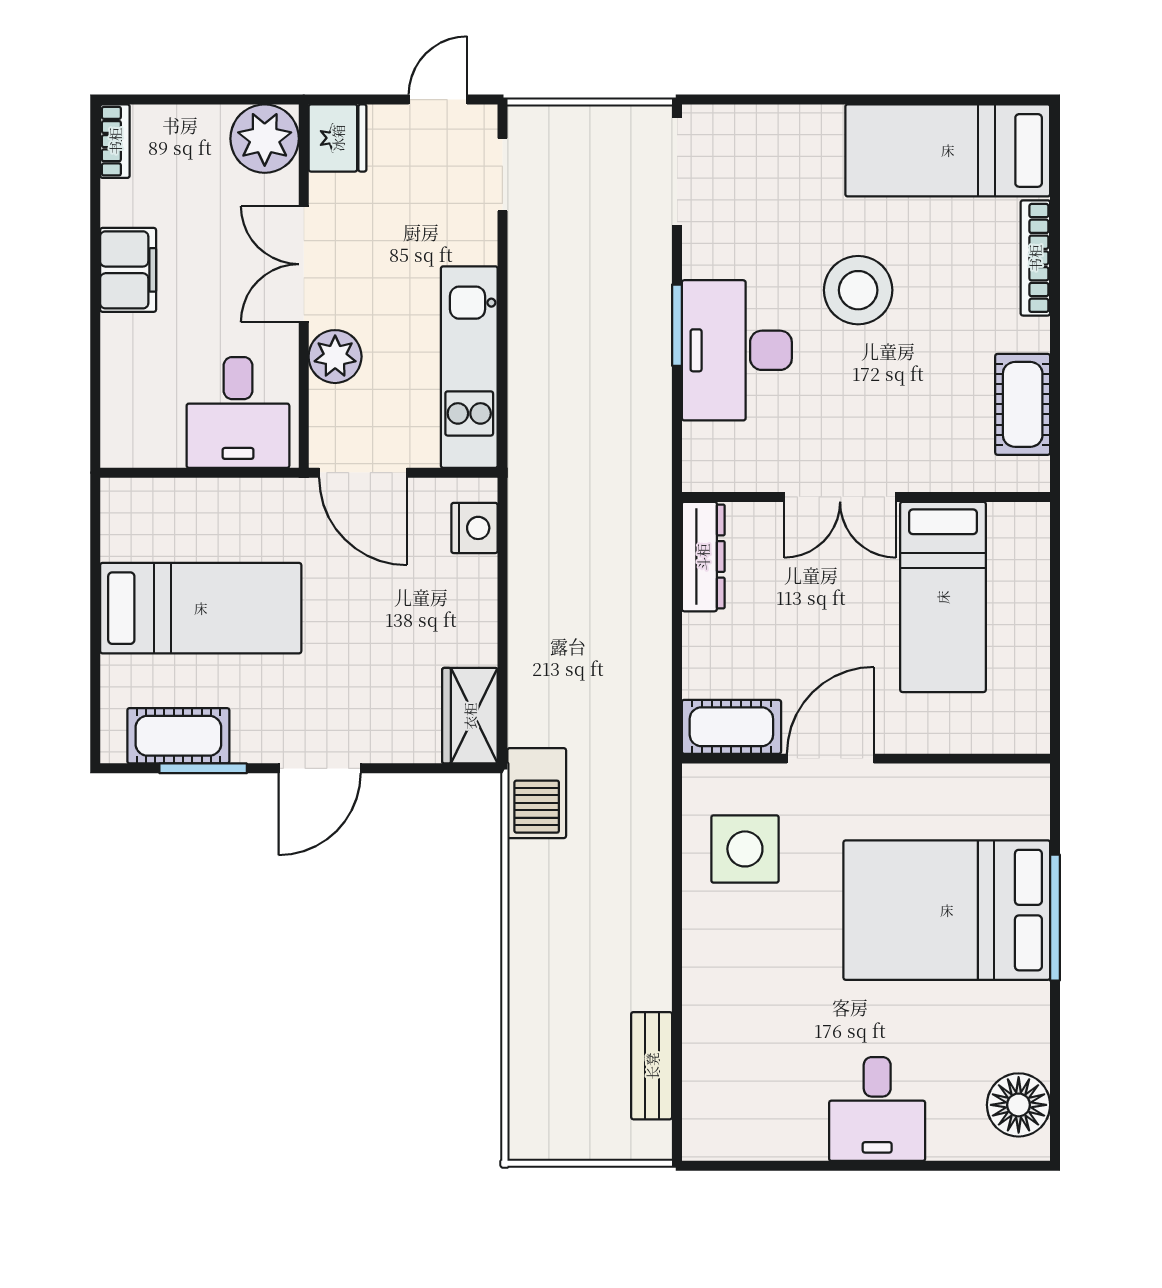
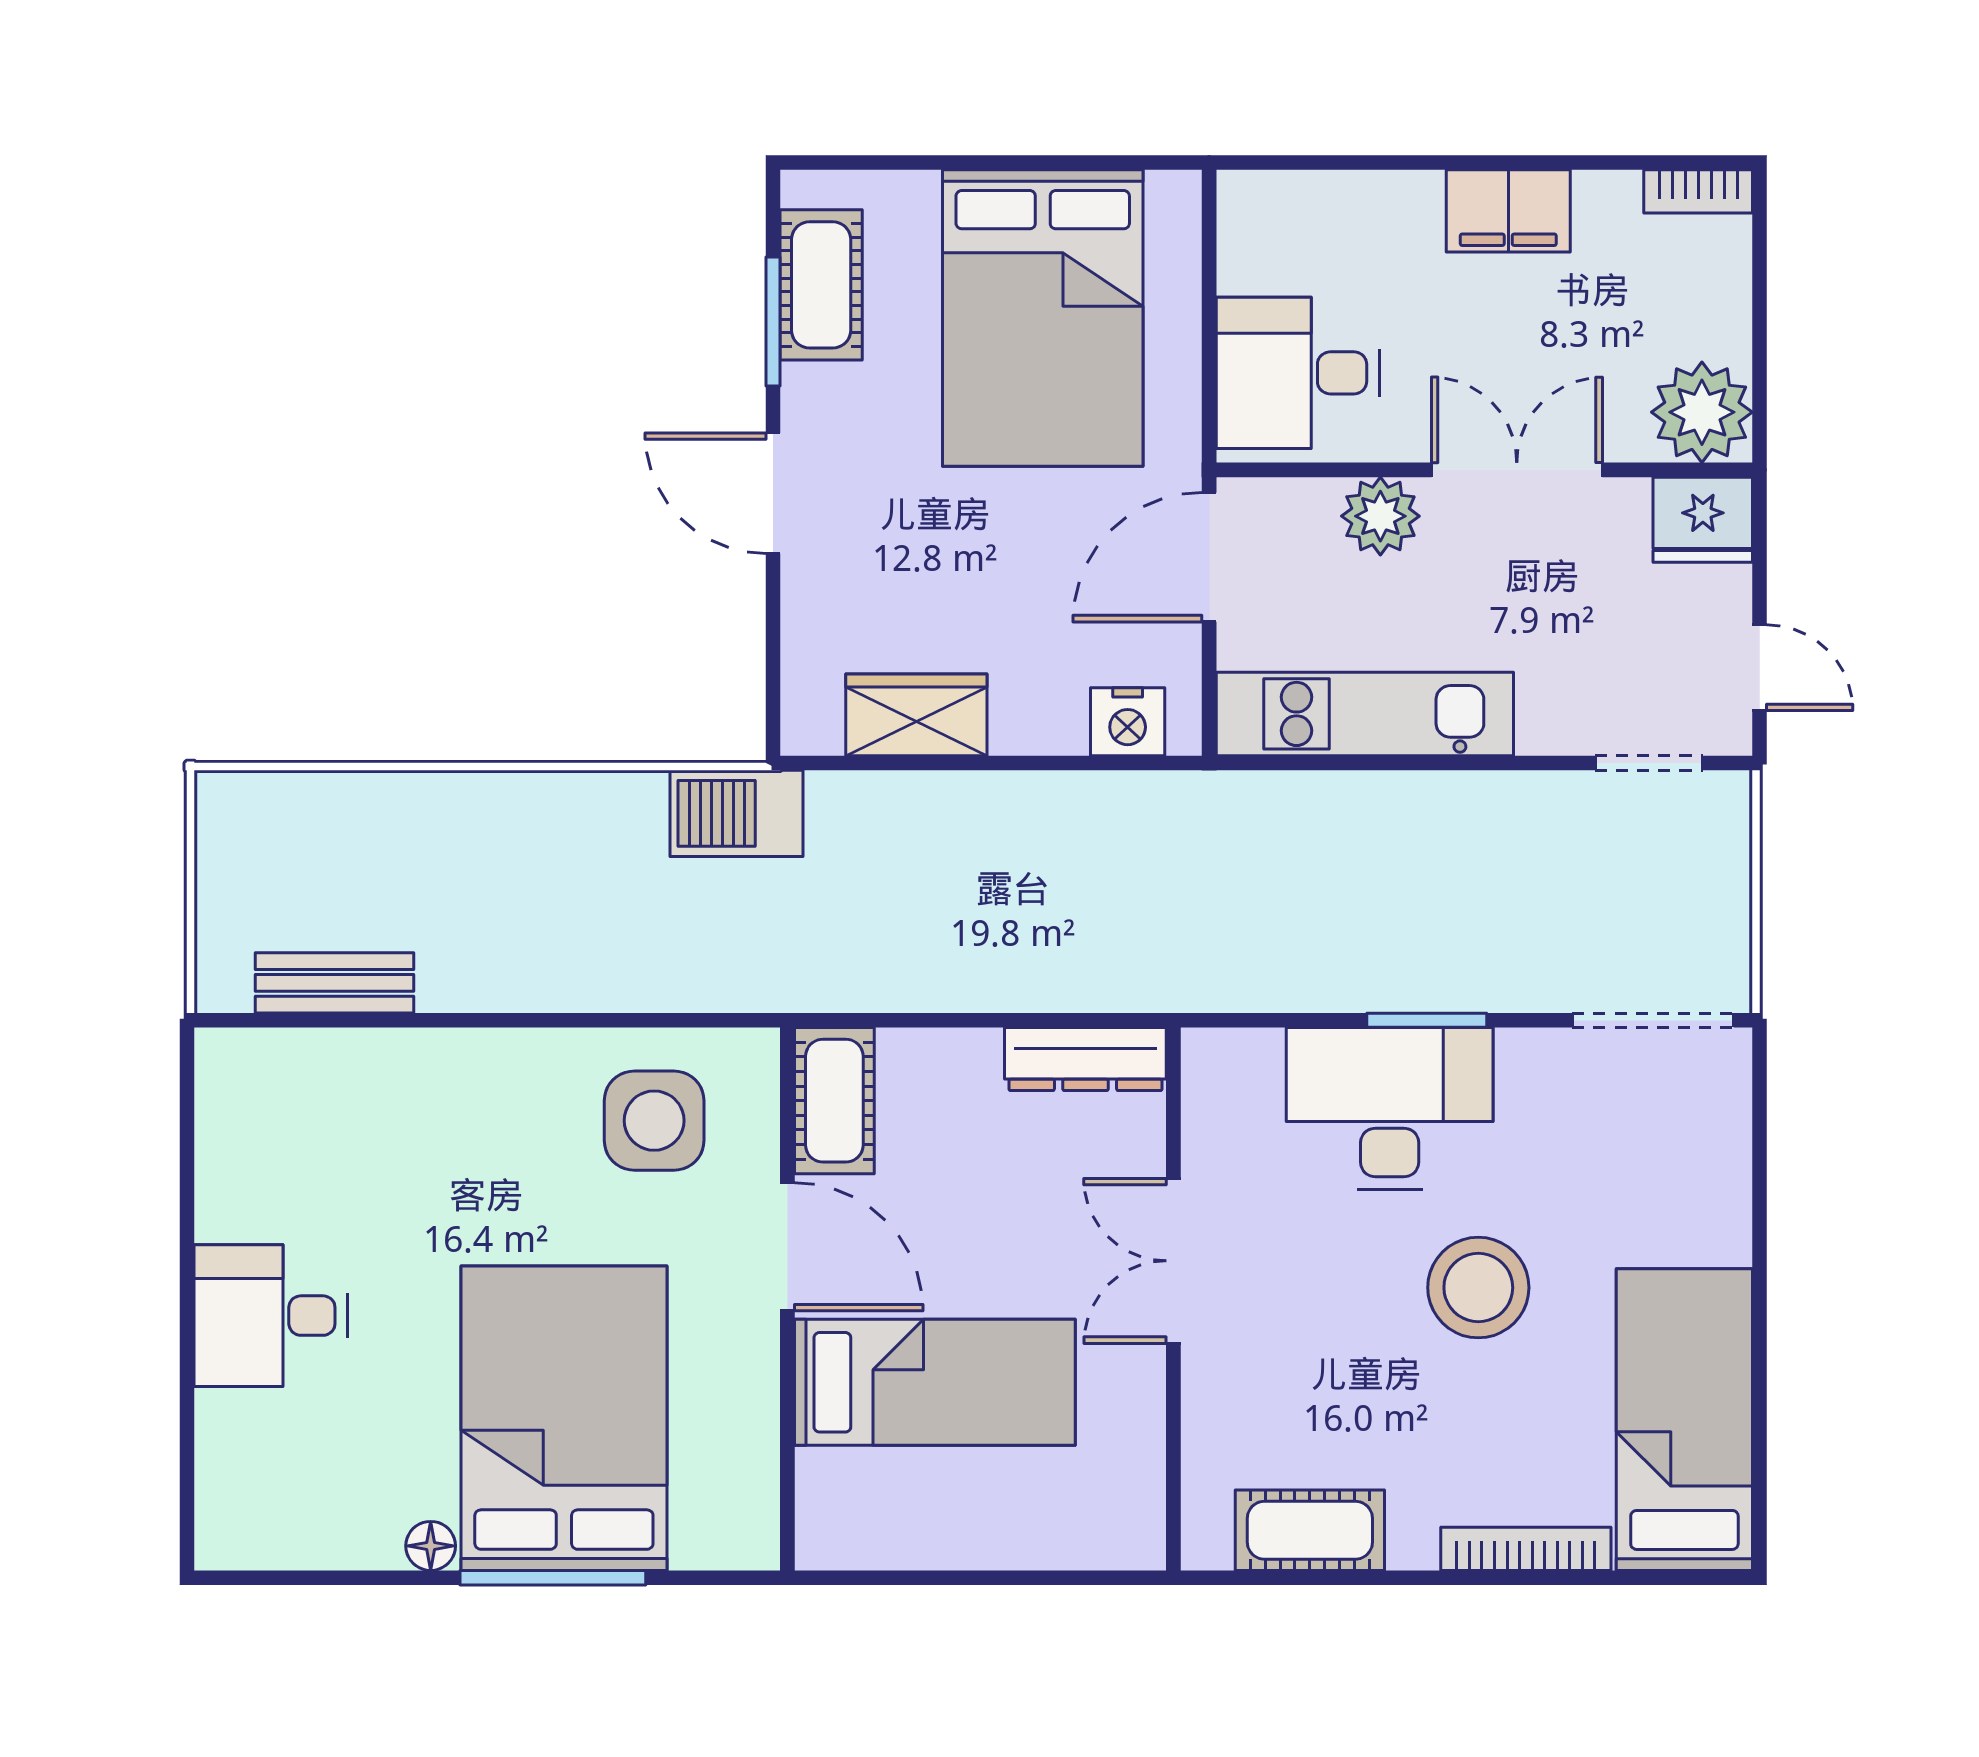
bed: (943, 597) -> (935, 1382), moved, turned 180
bed: (201, 608) -> (1043, 318), width x1.50
wardrobe: (470, 716) -> (916, 715), moved
floor lamp: (1019, 1105) -> (431, 1546), moved, width x0.53, depth x0.53

